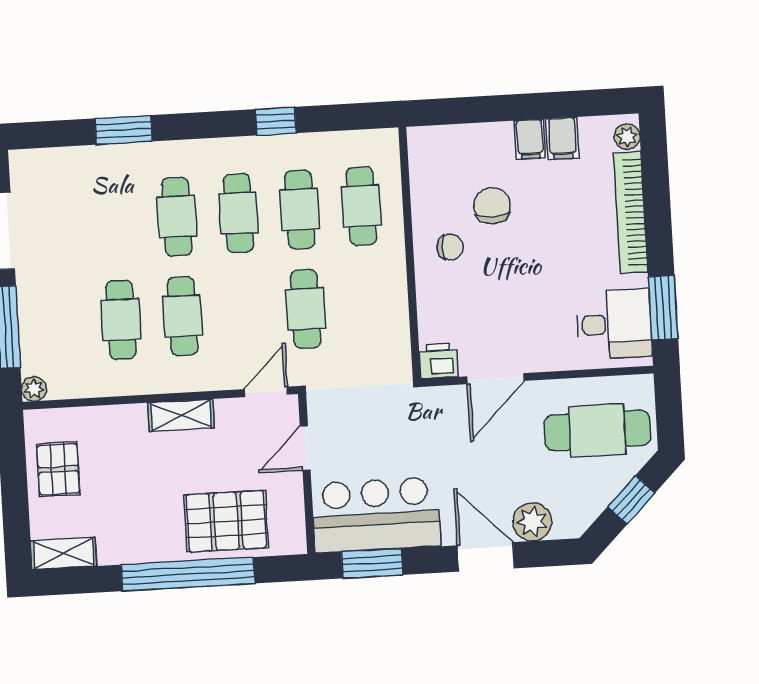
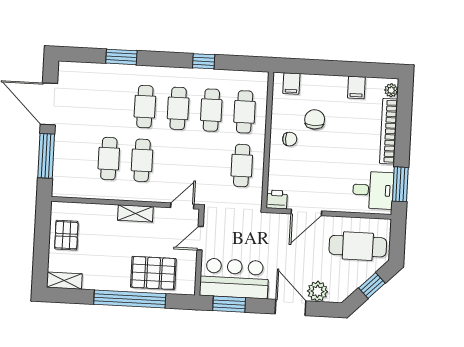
filing cabinet: (530, 139) -> (291, 84), moved
cafe table: (306, 309) -> (242, 166), moved
plant: (34, 389) -> (58, 191), removed

